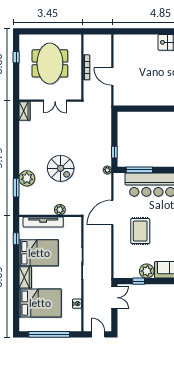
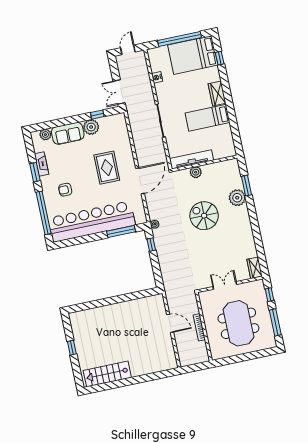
window: (16, 57) -> (275, 322), width x2.17
window: (16, 84) -> (269, 295), added
tv unit: (43, 222) -> (191, 159), moved
window: (16, 239) -> (220, 58), moved
bed: (39, 253) -> (207, 118), width x0.67
bed: (40, 303) -> (193, 55), moved
door: (98, 334) -> (128, 50), swing flipped

